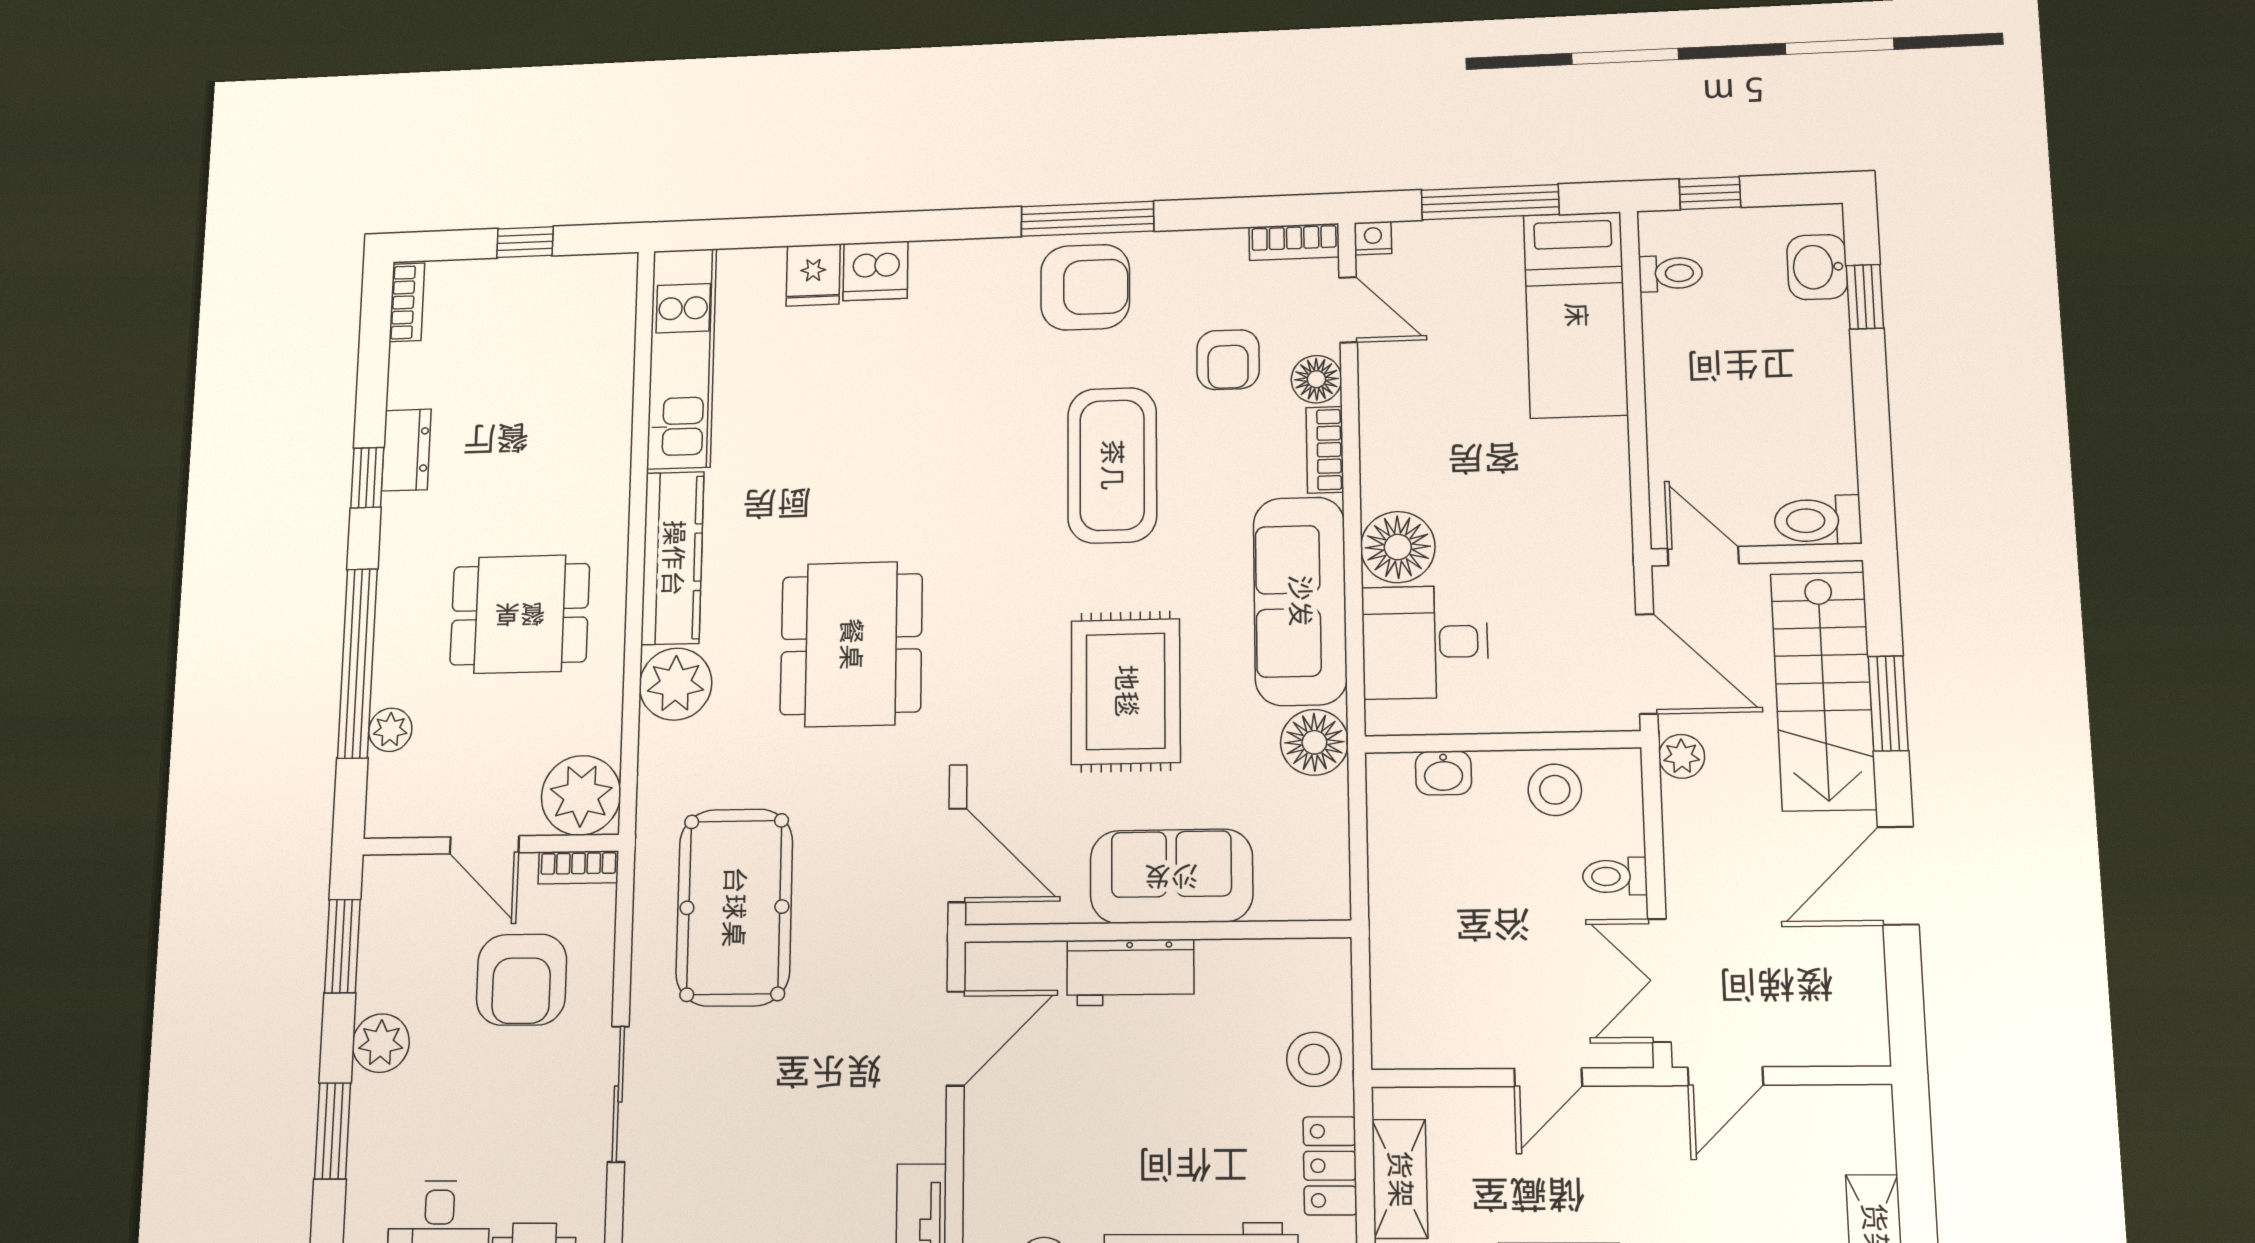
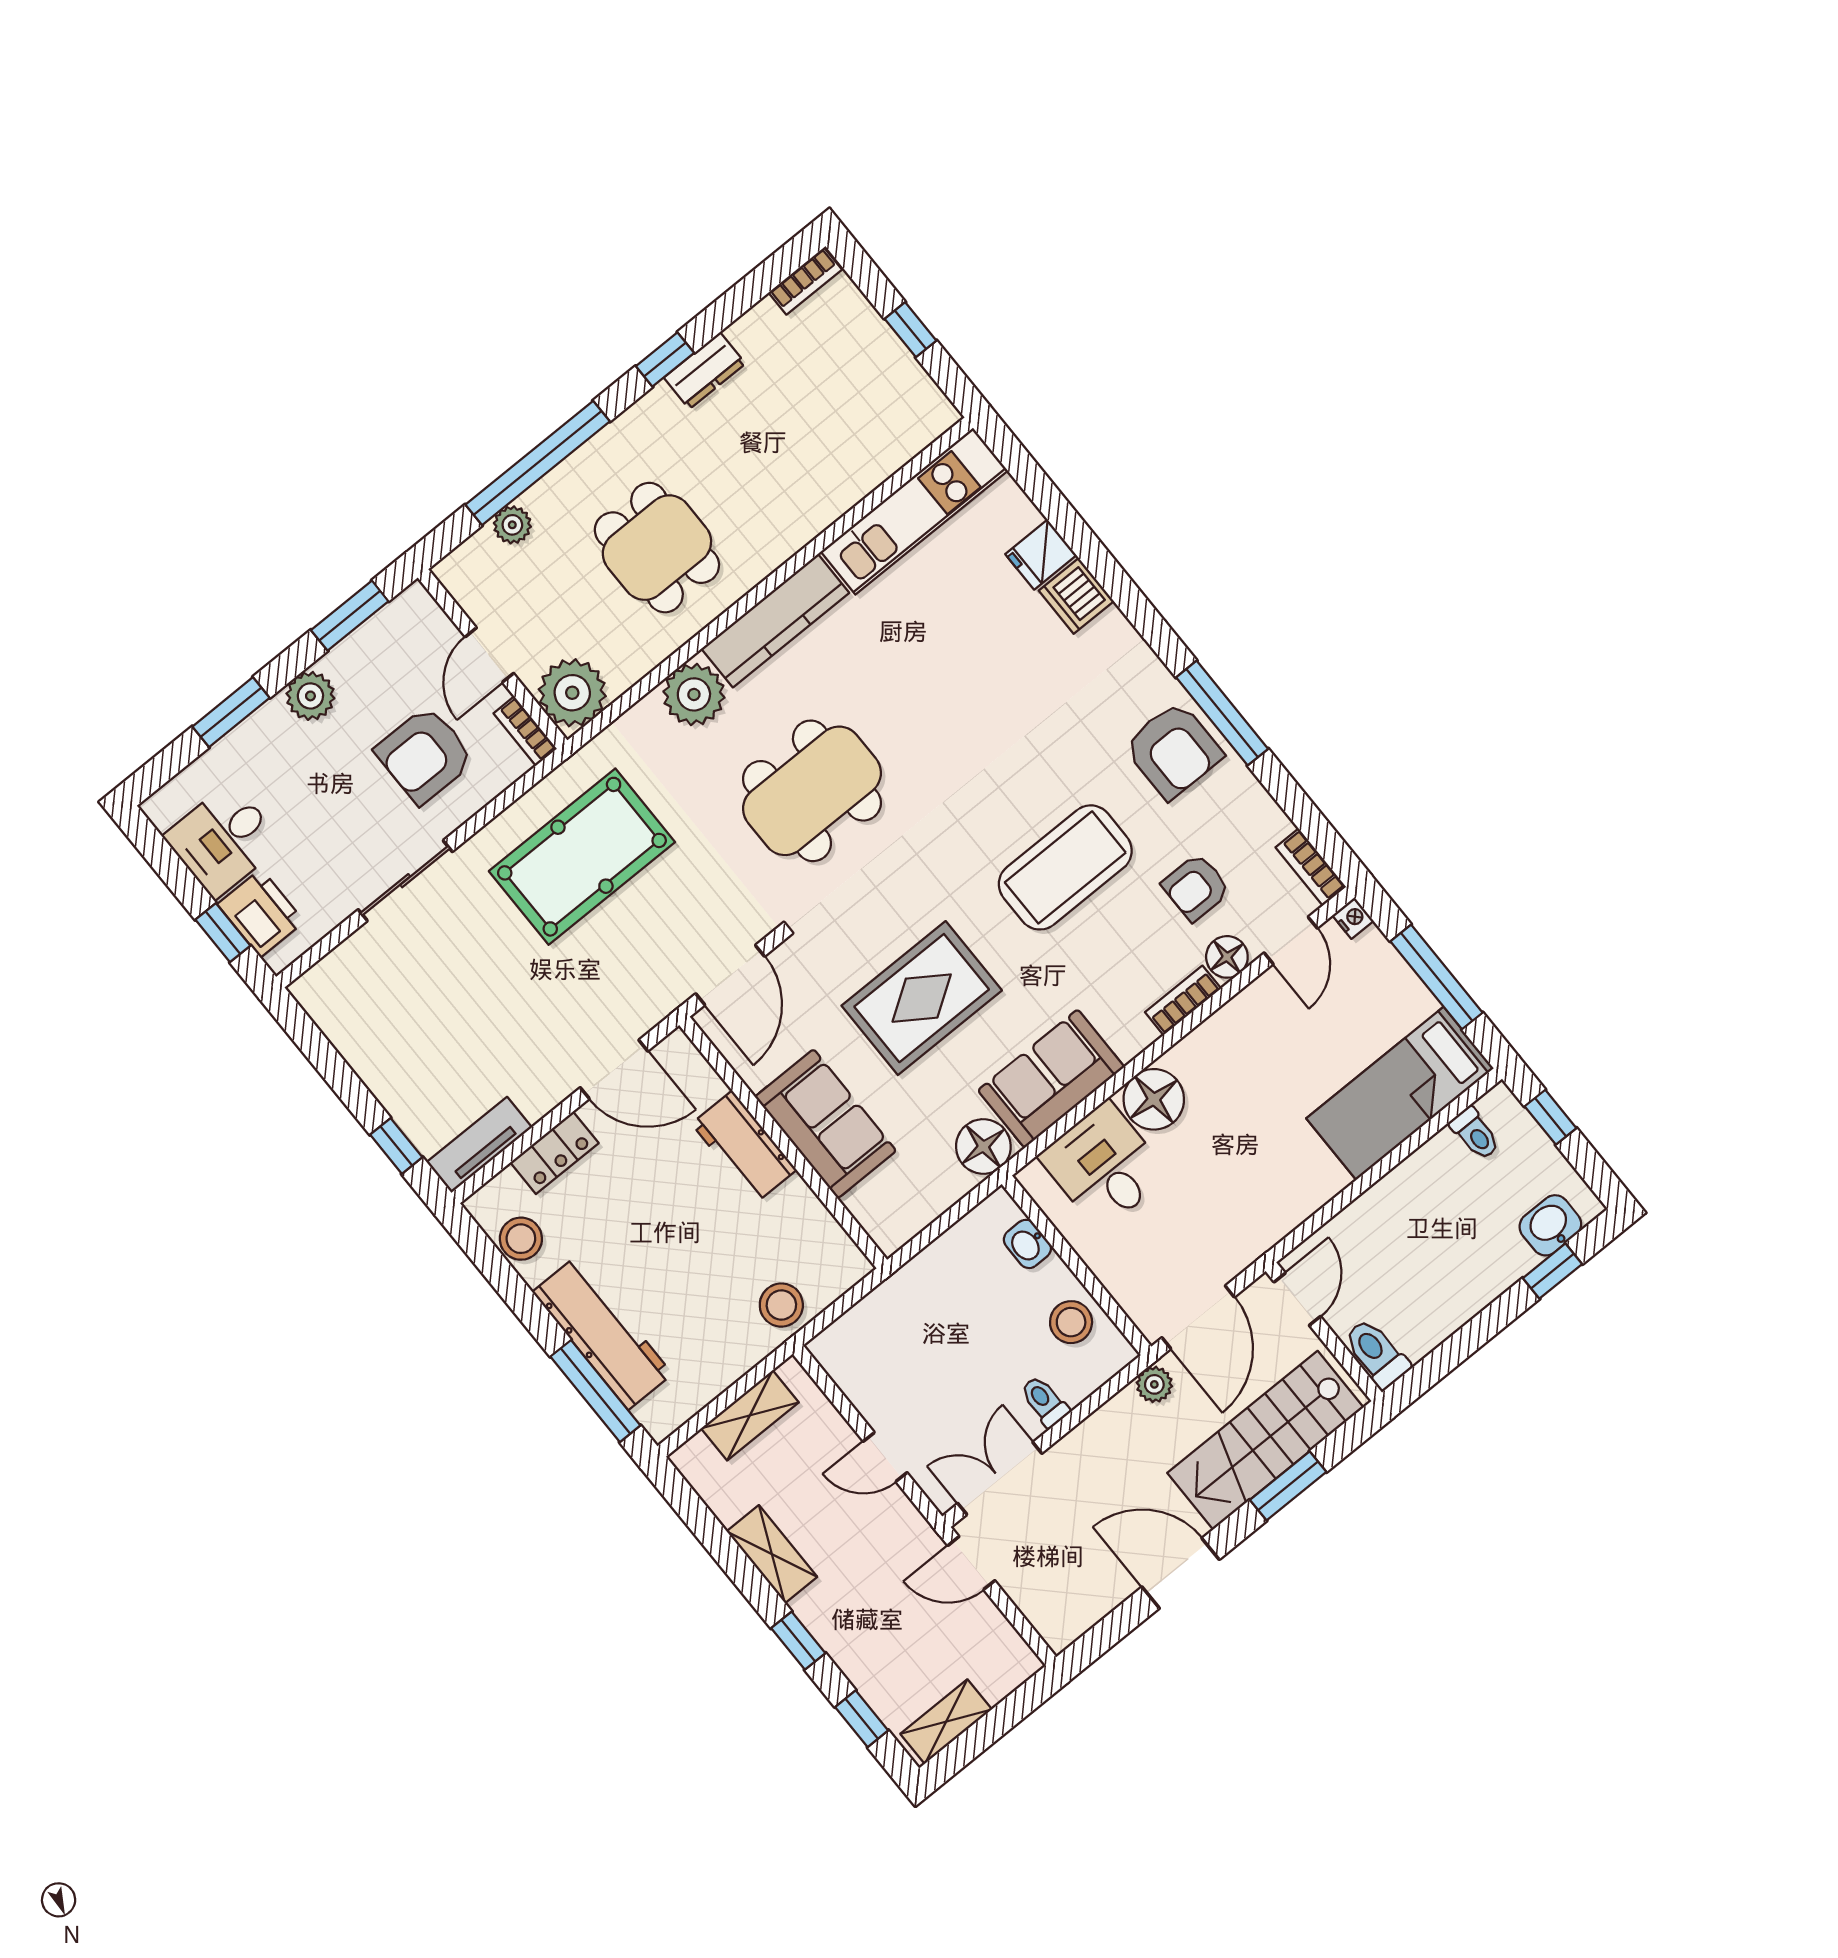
sofa: (1300, 601) -> (1051, 1079), width x0.73
locker: (1330, 1166) -> (554, 1153), moved, turned 180

